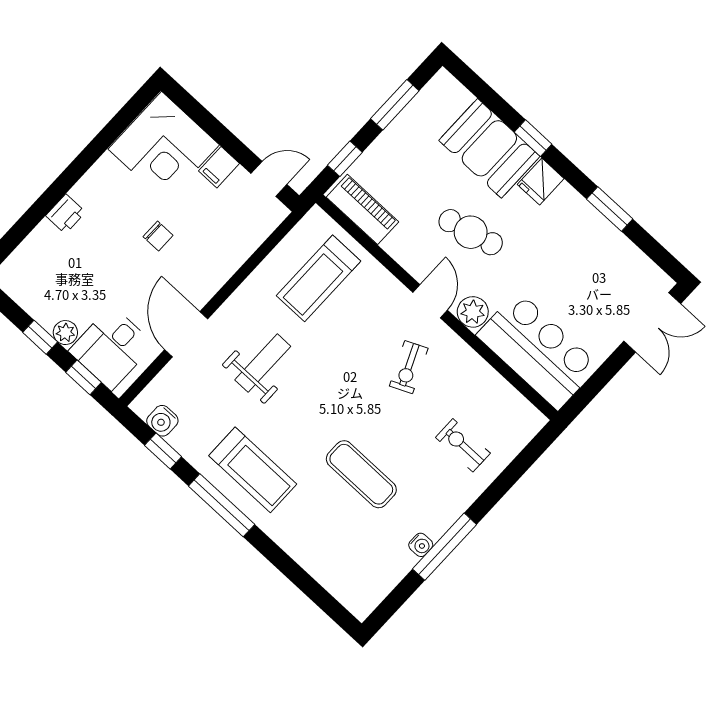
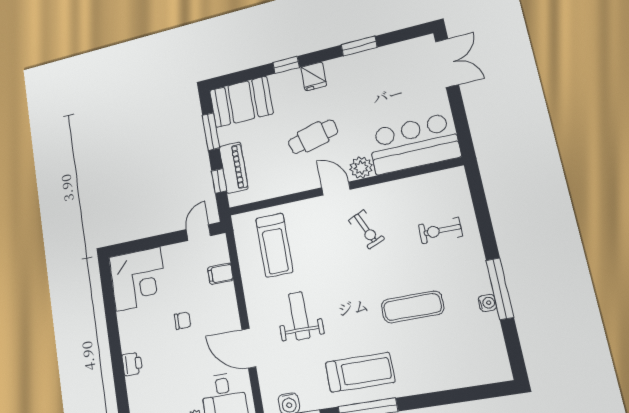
booth: (489, 148) -> (241, 102), moved
filing cabinet: (219, 167) -> (221, 274), moved, turned 90
piano: (362, 209) -> (234, 168), moved, turned 90

